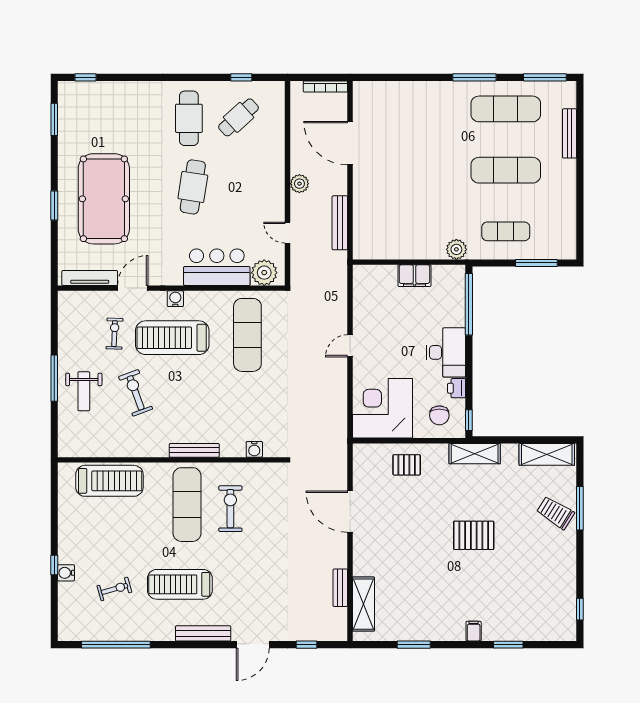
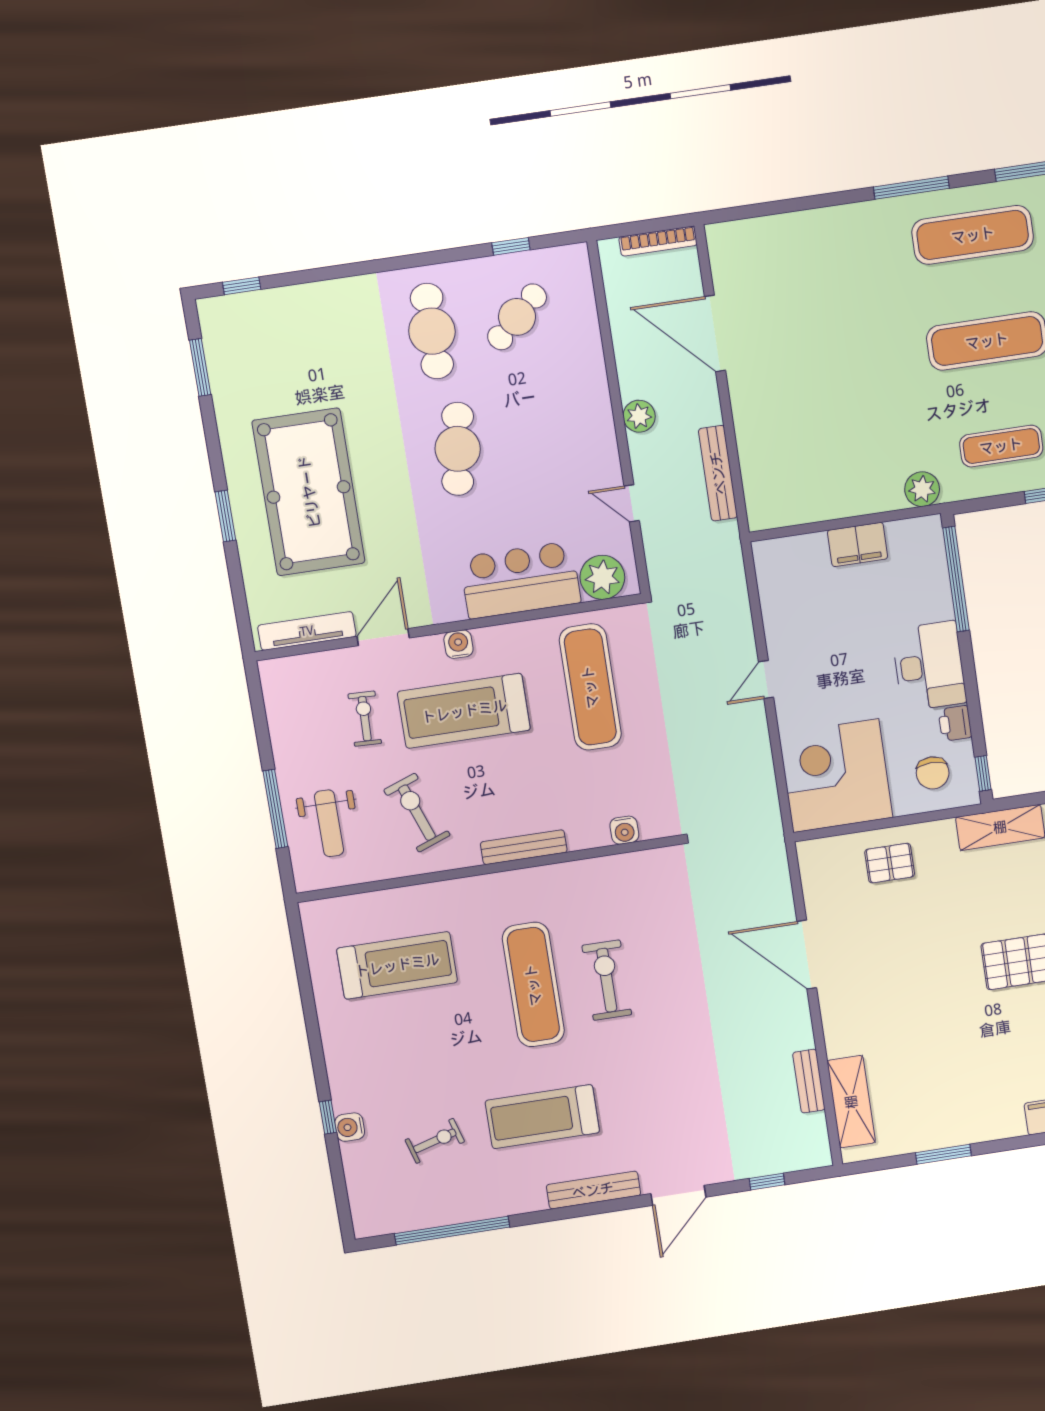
water cooler: (254, 449) -> (624, 830), moved
bench: (194, 450) -> (524, 847), moved
wall: (171, 460) -> (488, 869), moved

